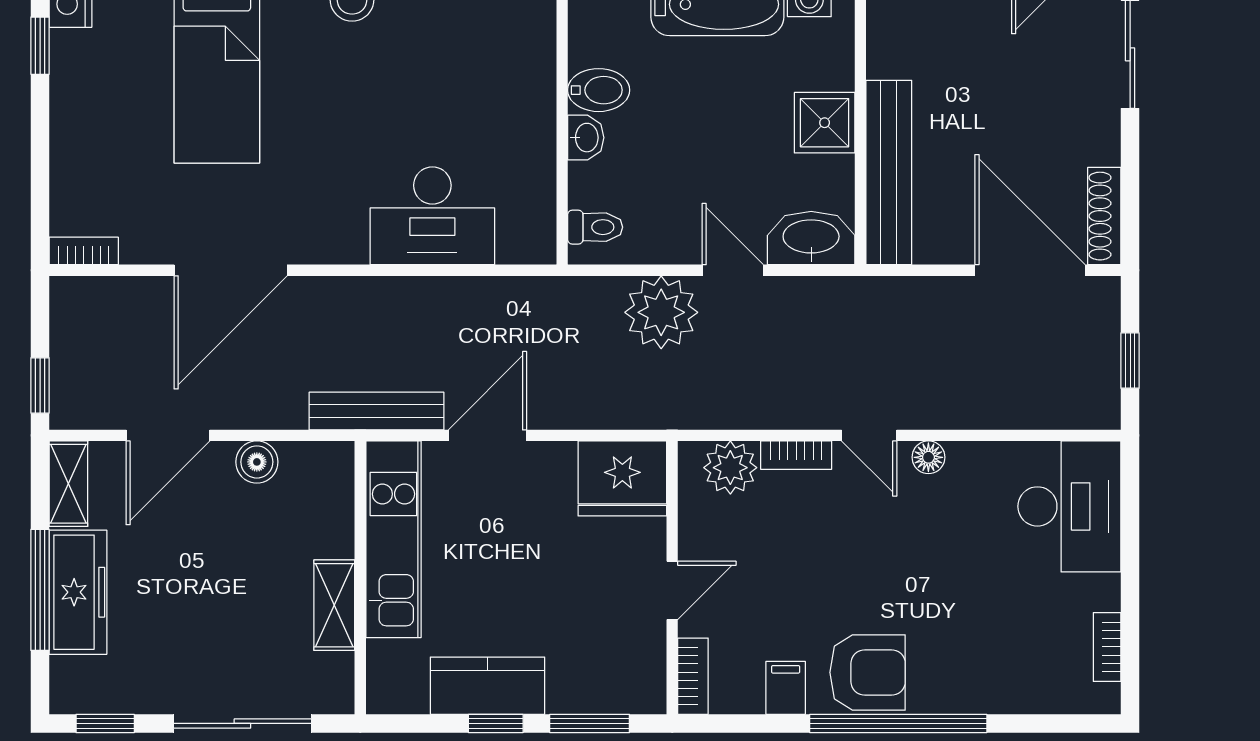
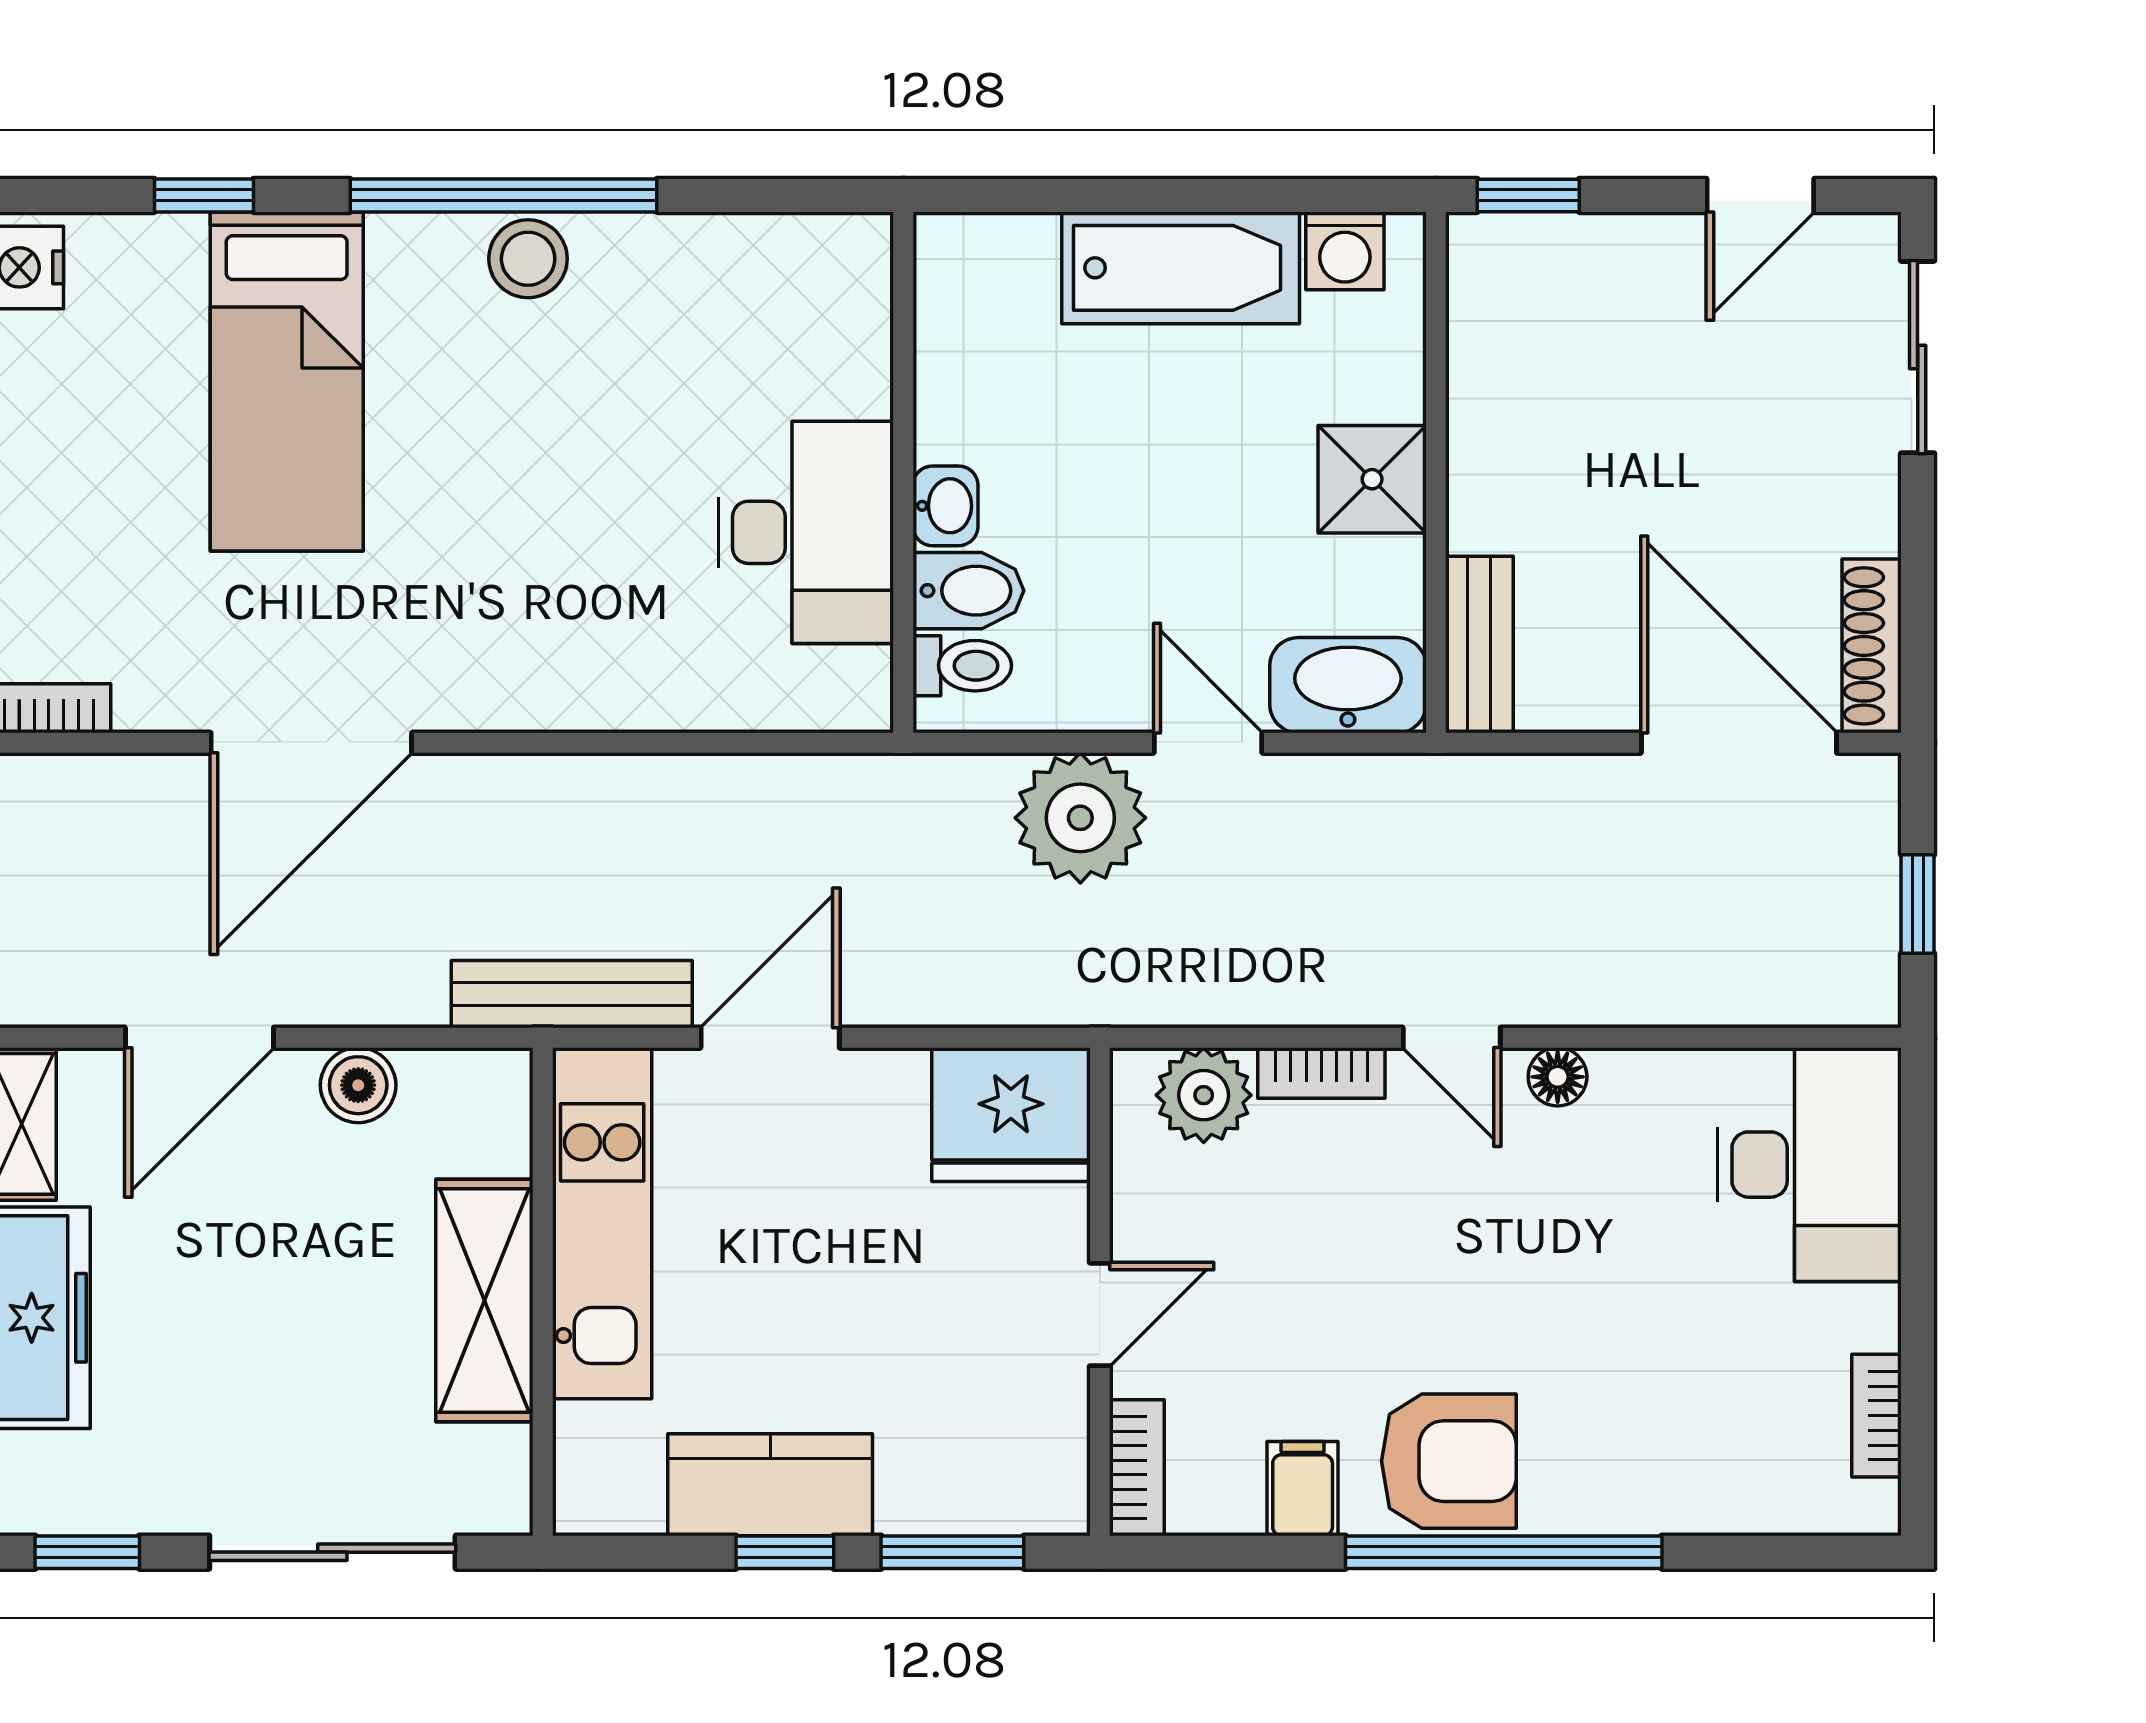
bidet: (599, 90) -> (969, 591), moved
bench: (889, 173) -> (1479, 645), width x0.54, depth x0.82
desk: (432, 216) -> (806, 532), moved, turned -90
shelving: (334, 605) -> (484, 1300), width x1.50, depth x1.33

